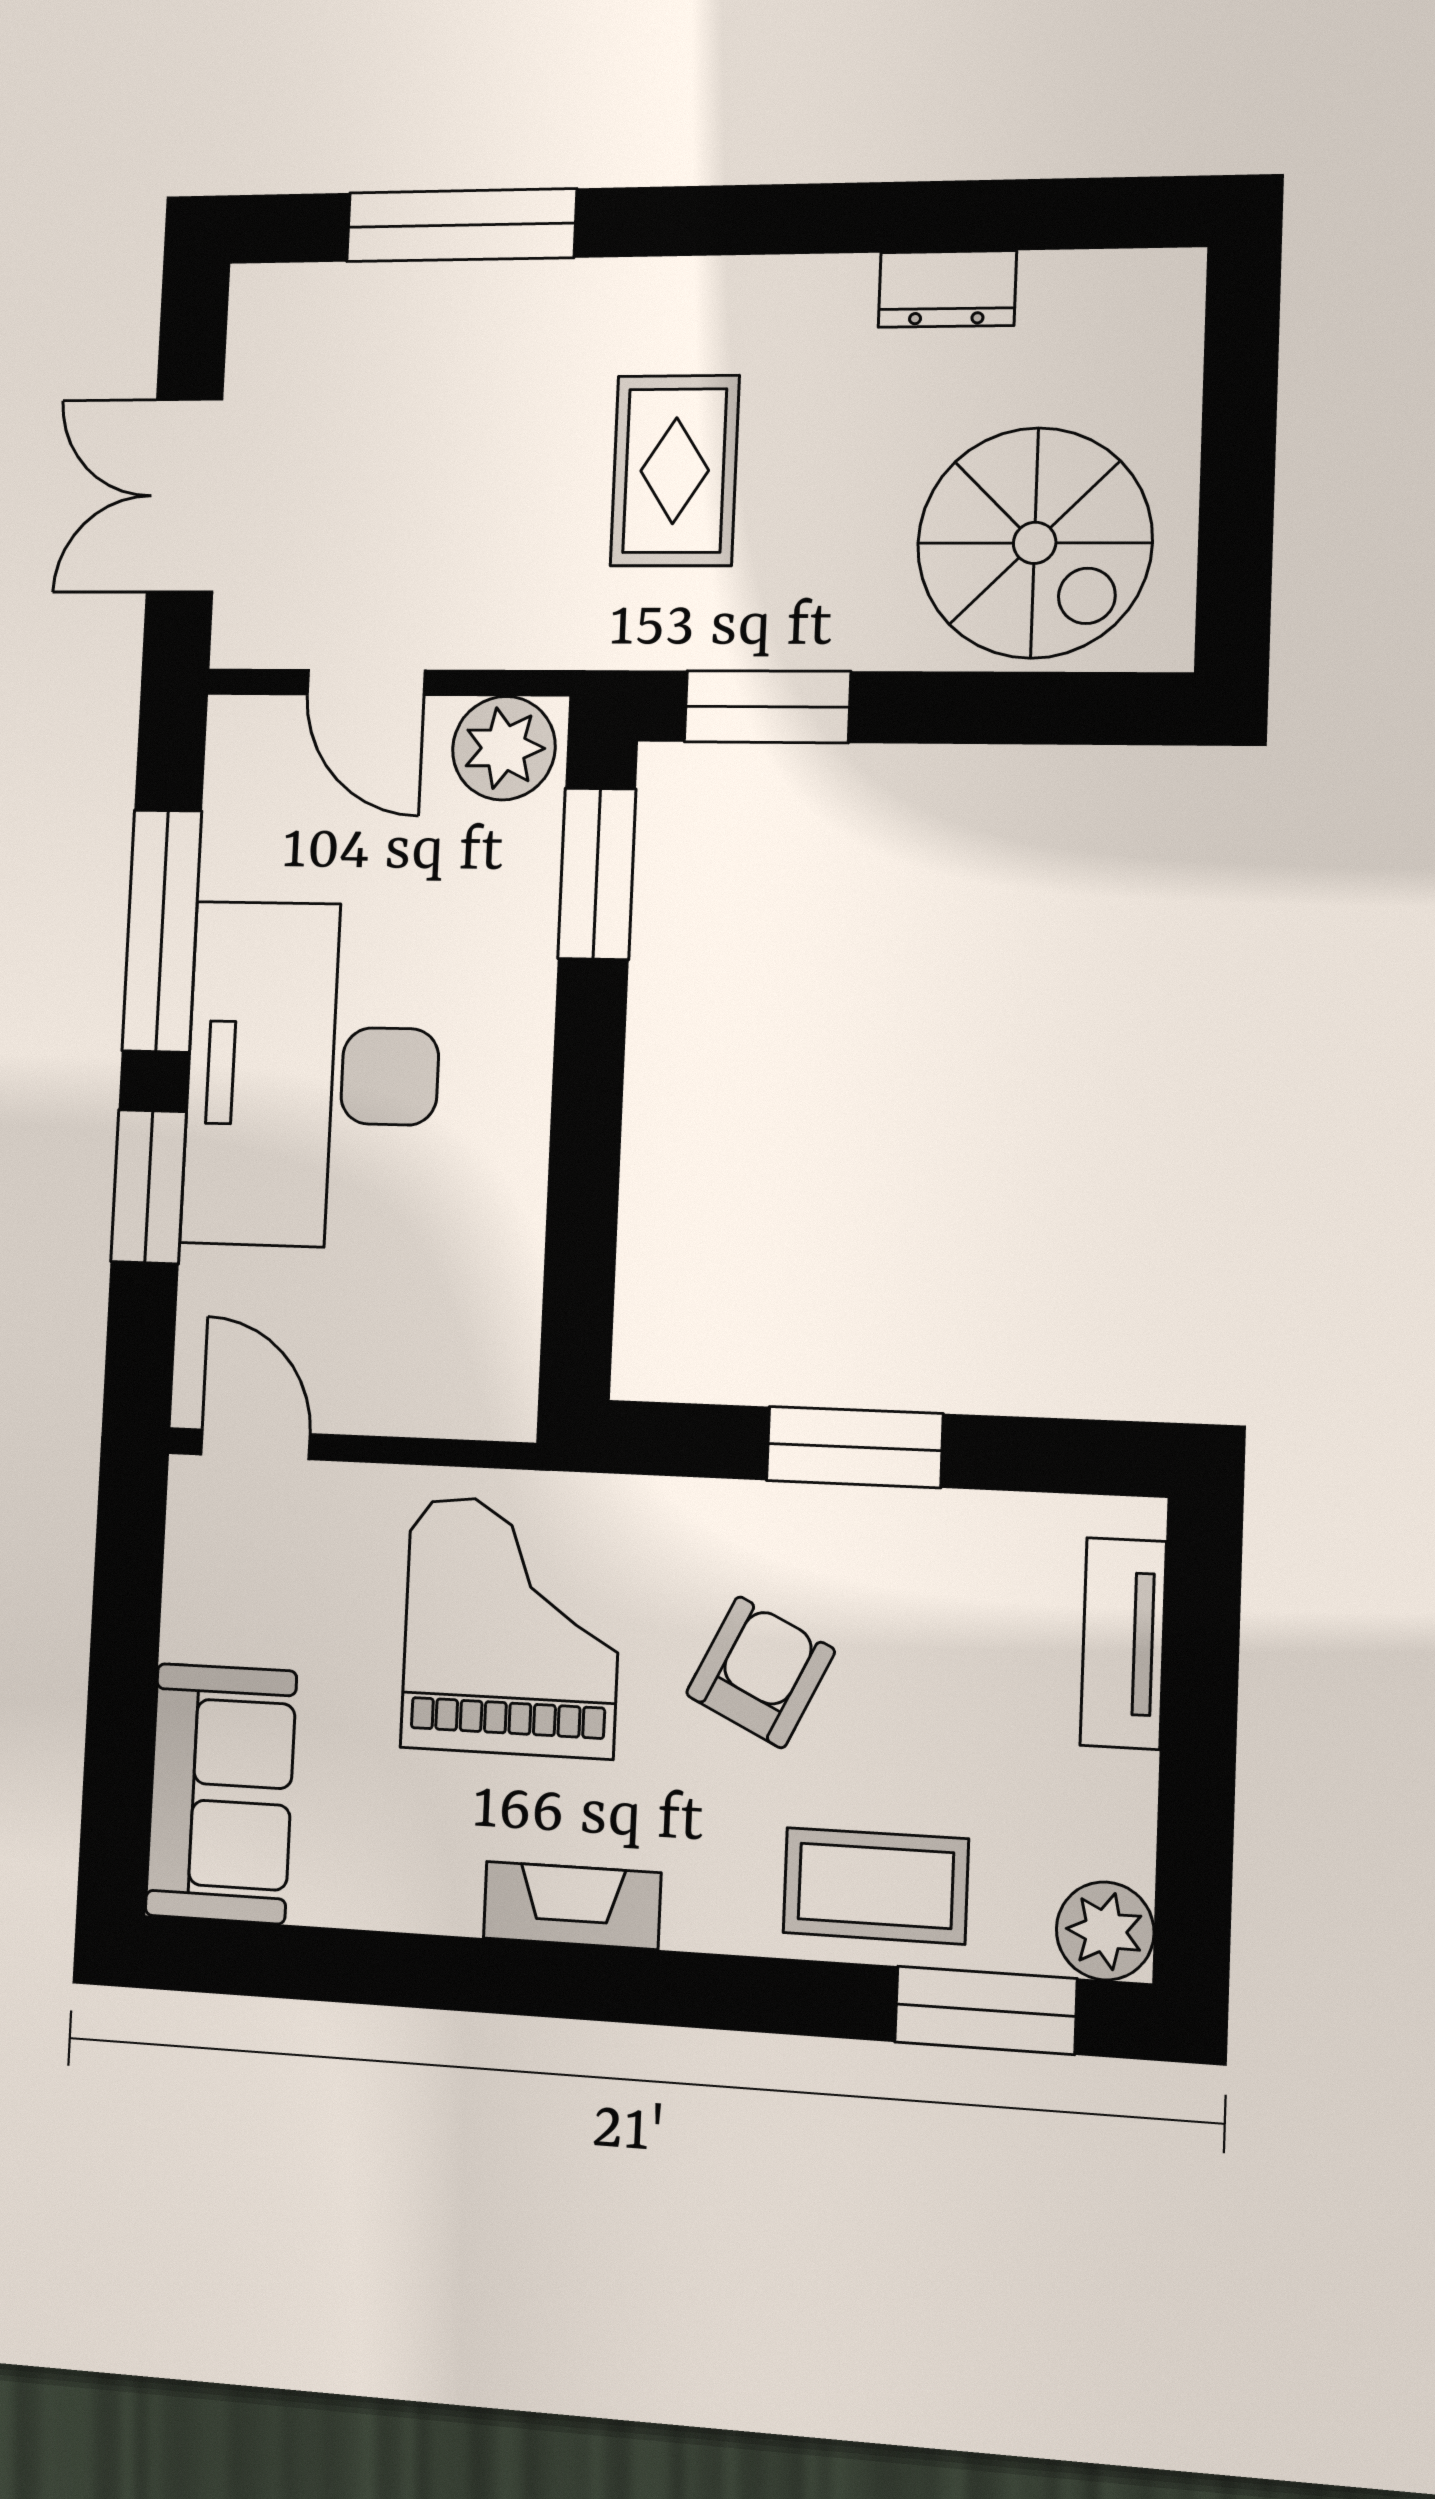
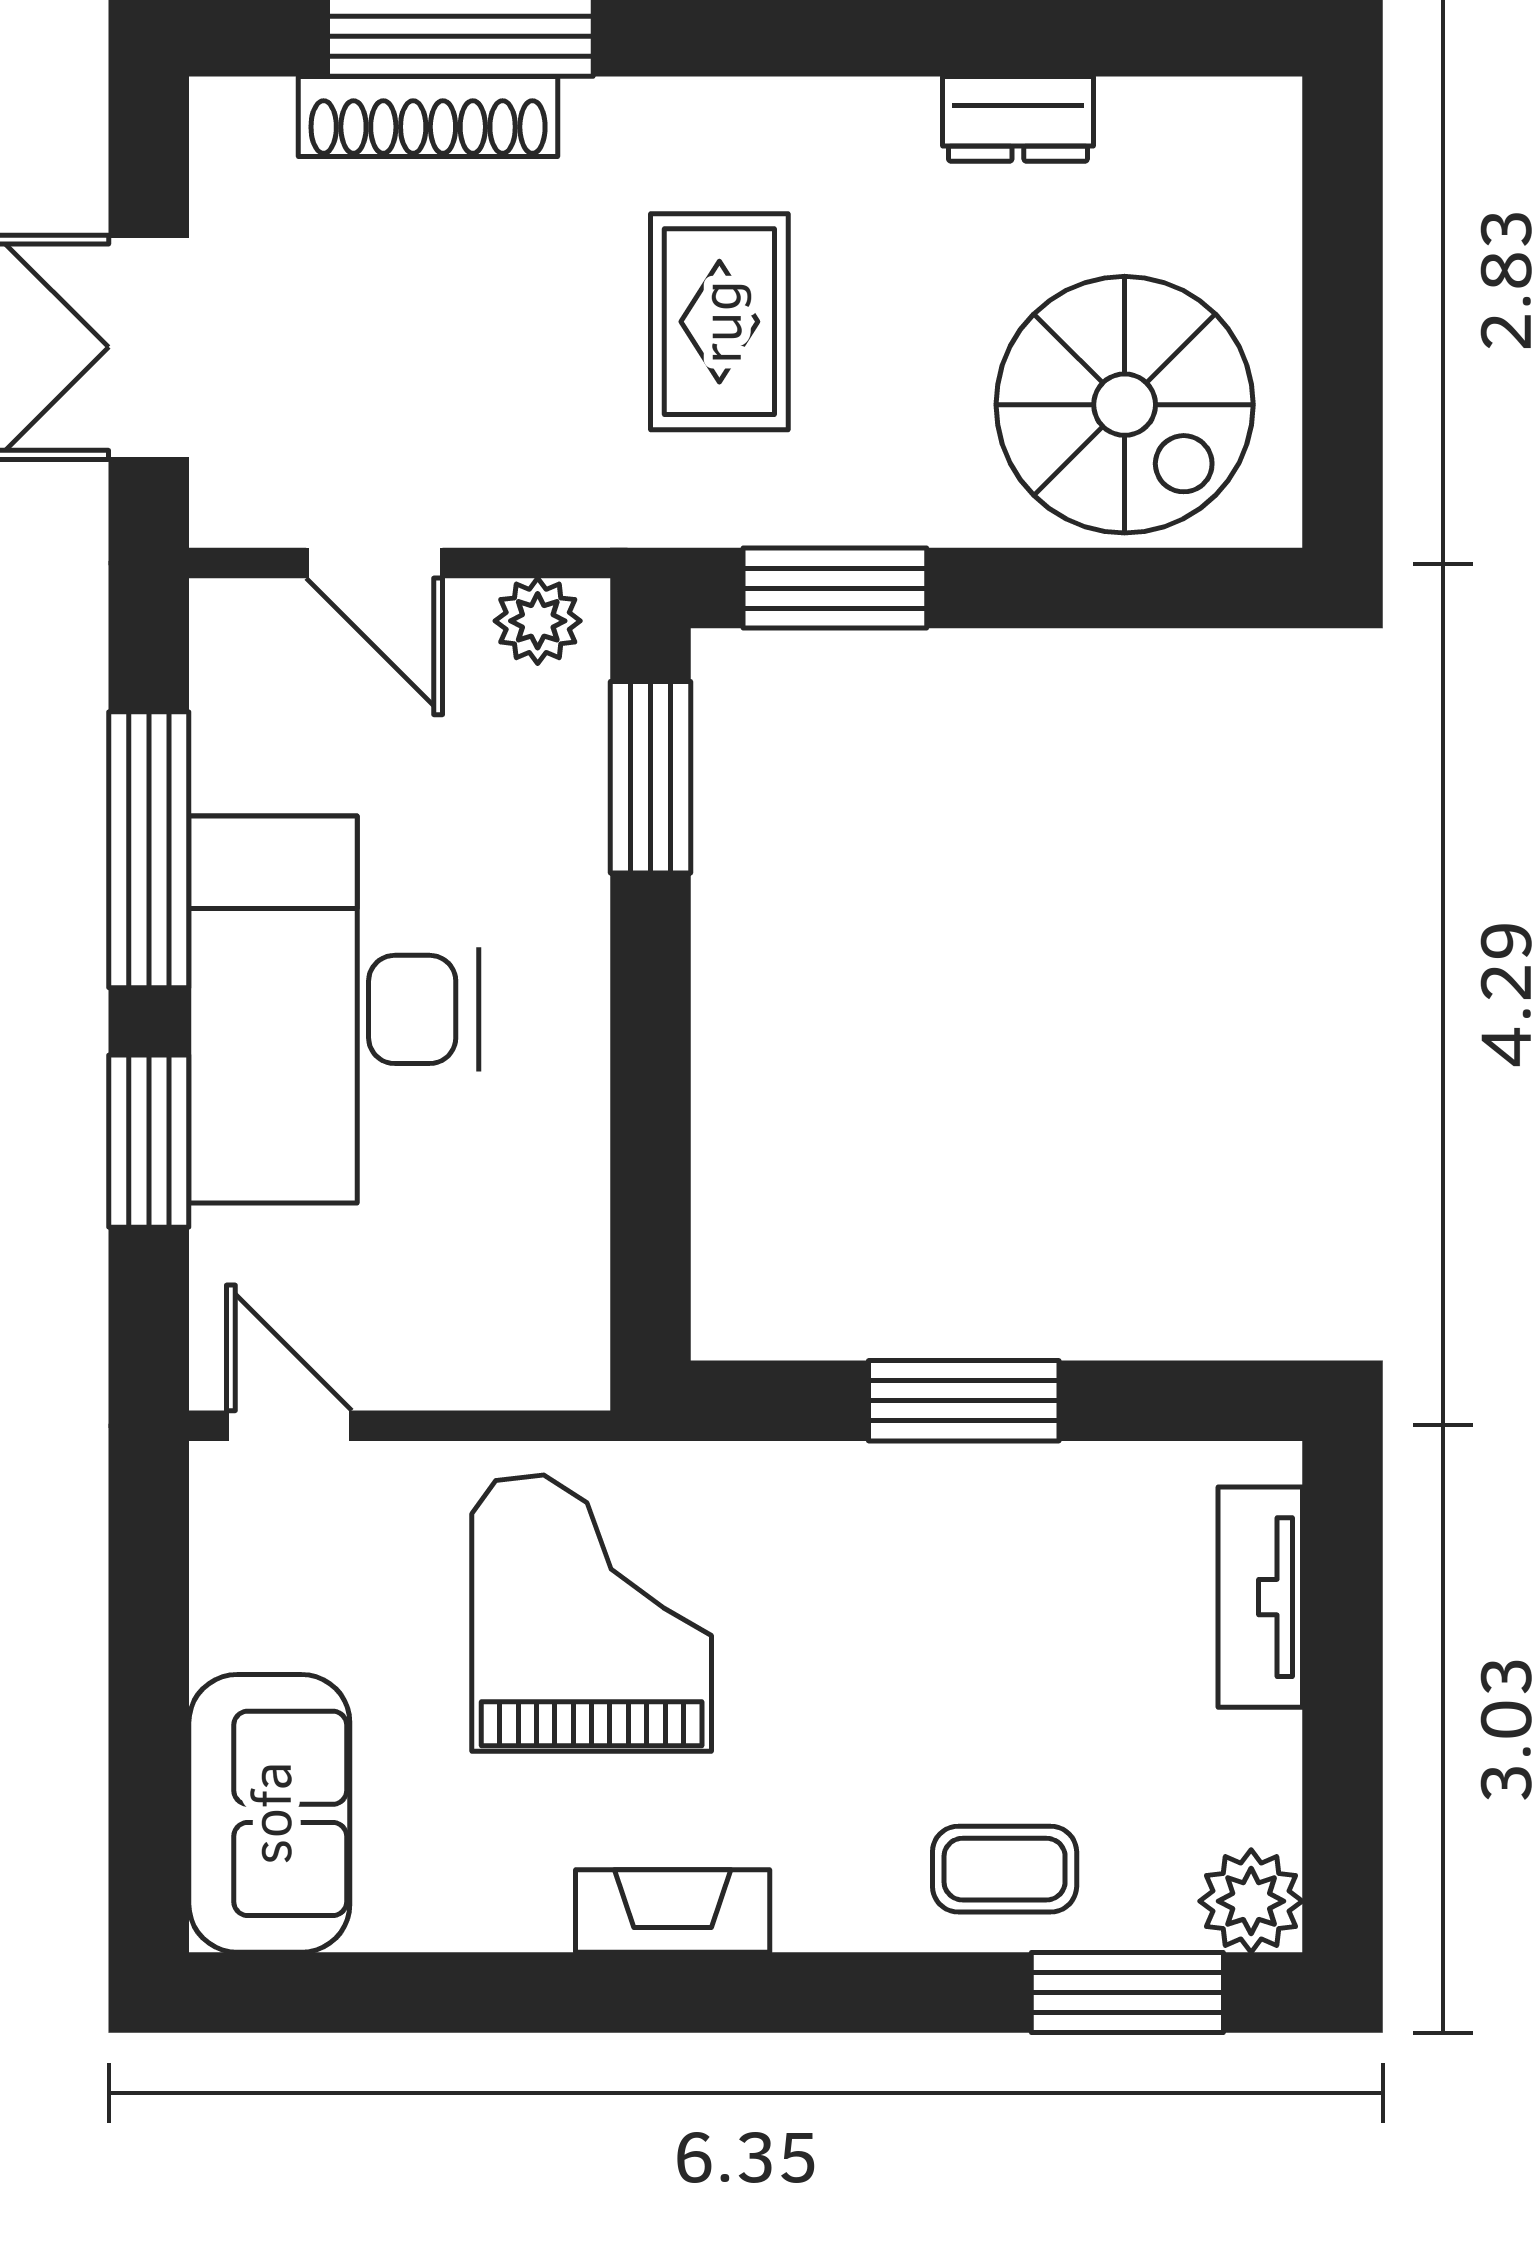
shoe rack: (430, 295) -> (428, 117), added
plant: (504, 748) -> (538, 621), width x0.73, depth x0.73
armchair: (761, 1672) -> (870, 1648), removed
coffee table: (876, 1886) -> (1005, 1869), width x0.73, depth x0.77

